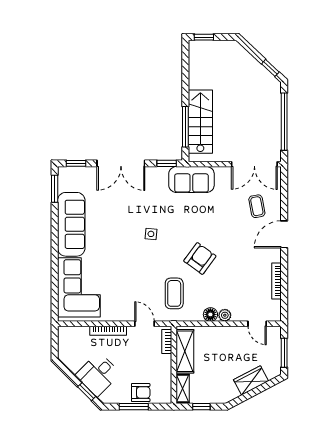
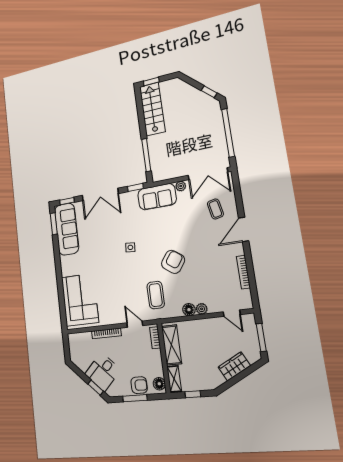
stairs: (200, 122) -> (152, 109), moved
plant: (221, 172) -> (181, 186), added
sofa: (71, 224) -> (67, 229), moved
floor lamp: (165, 393) -> (159, 384), added

